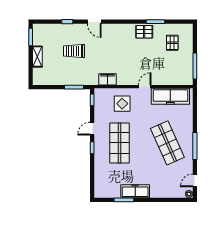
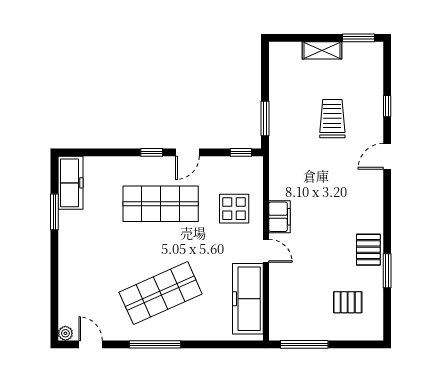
filing cabinet: (107, 79) -> (279, 217), moved
door: (92, 129) -> (187, 152), swing flipped
freezer: (135, 191) -> (70, 183), moved

